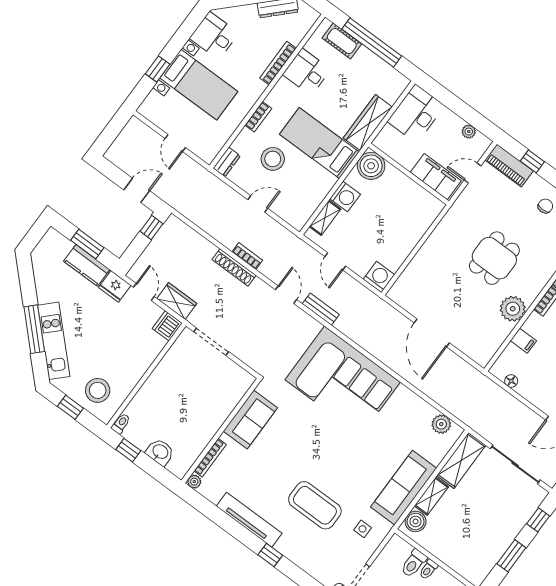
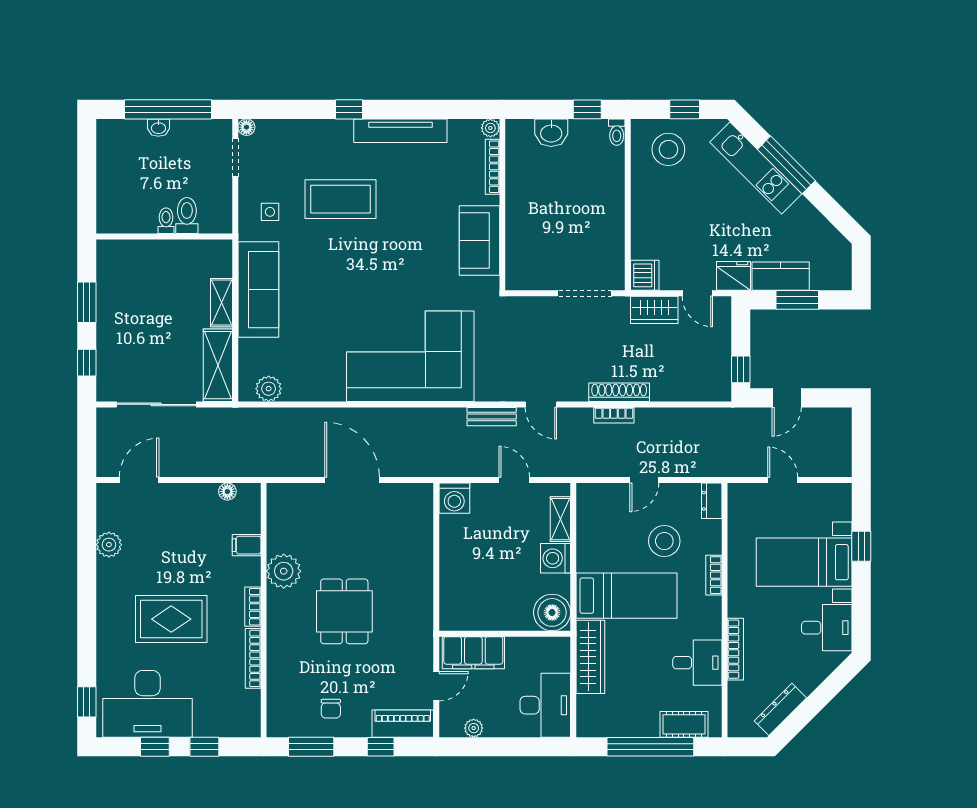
boiler: (416, 521) -> (218, 262), removed

